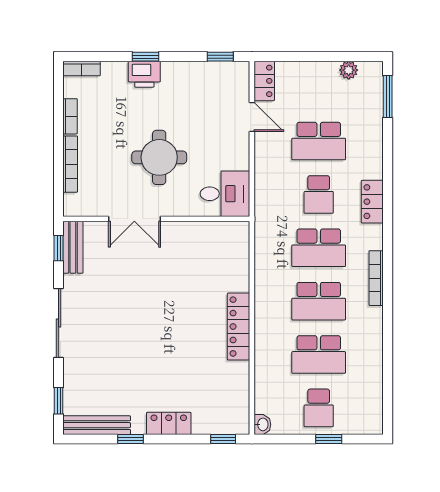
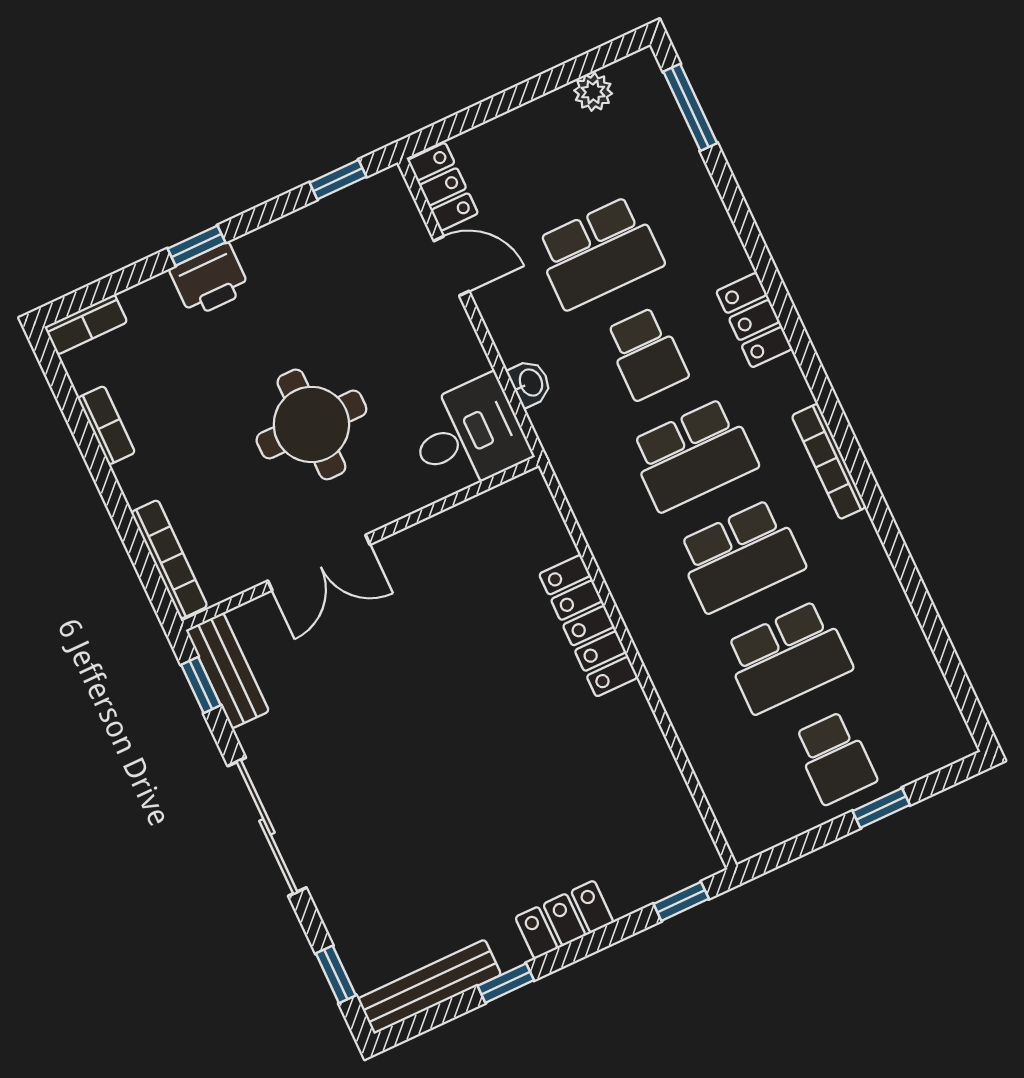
bookcase: (70, 164) -> (169, 559), moved
locker: (239, 327) -> (588, 626), moved
washbasin: (262, 424) -> (530, 383), moved

